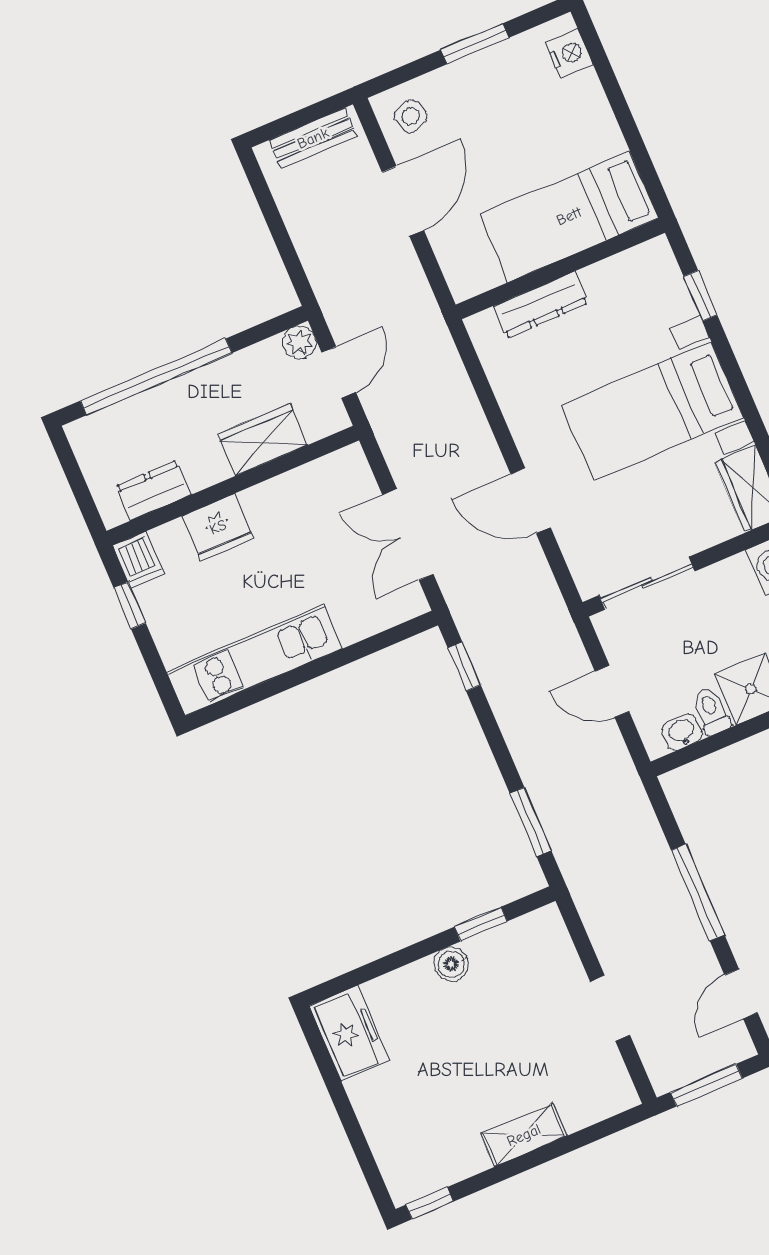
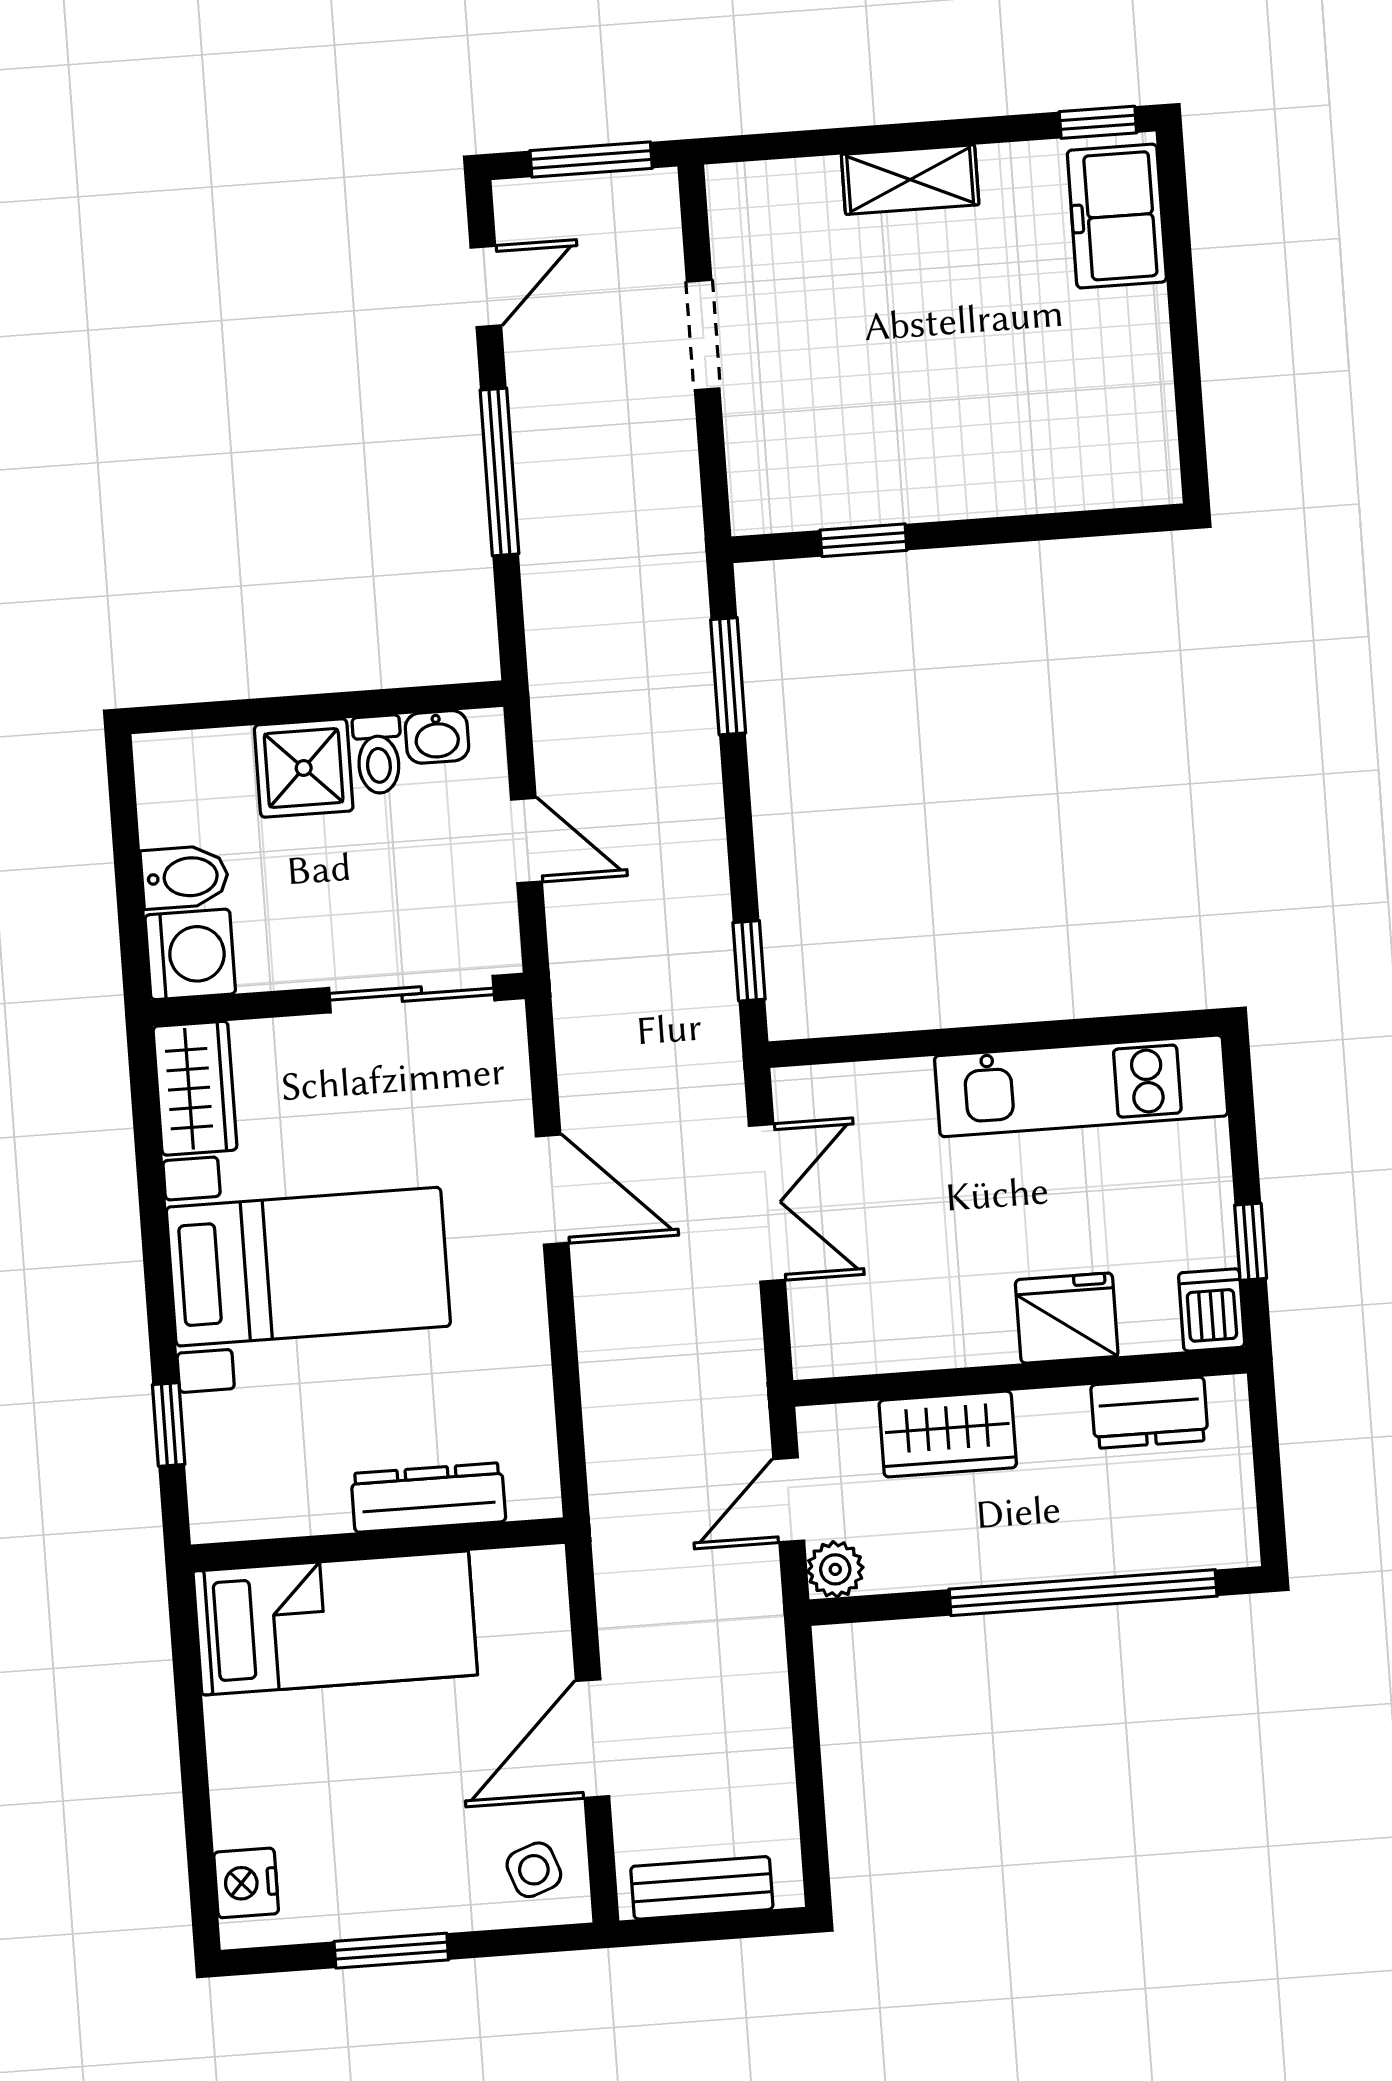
boiler: (451, 964) -> (933, 493), removed
freezer: (350, 1033) -> (1117, 216), moved

